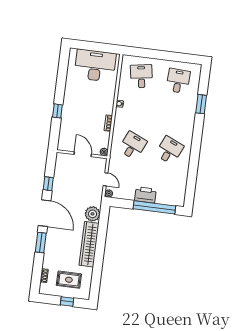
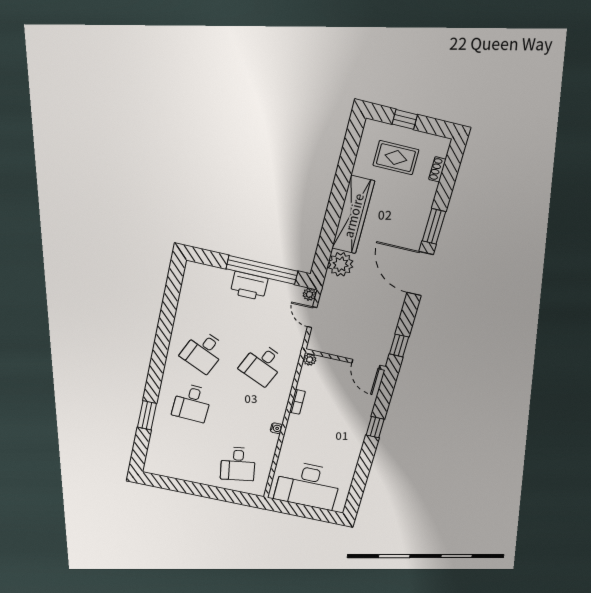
desk: (178, 81) -> (192, 403), moved
door: (83, 154) -> (366, 364), moved
window: (48, 184) -> (399, 346), moved
window: (154, 207) -> (262, 270), moved

